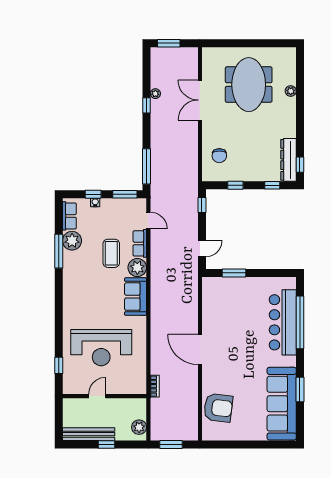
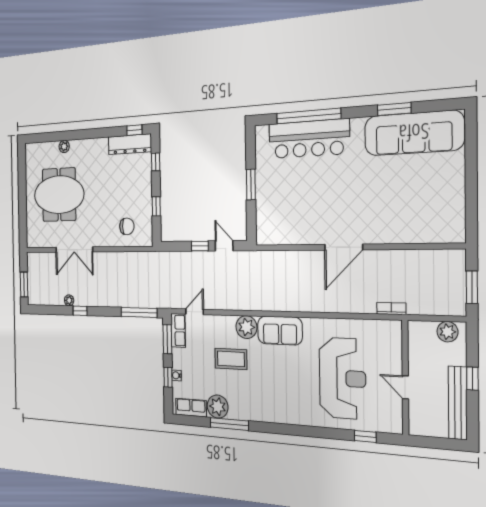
window: (202, 205) -> (200, 246), moved
row of seats: (140, 243) -> (178, 330), moved, turned -90
window: (234, 273) -> (251, 185), moved
armchair: (218, 408) -> (420, 221), removed

